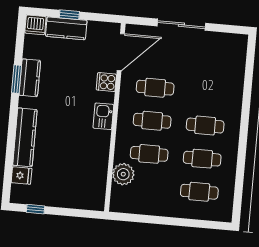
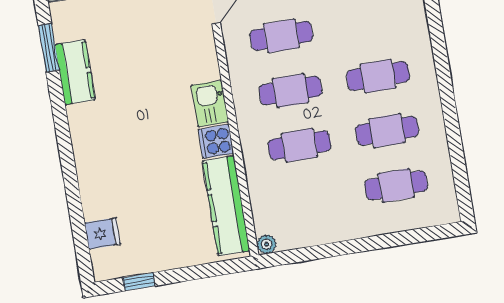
window: (16, 79) -> (49, 48), moved
cooker: (106, 82) -> (216, 141), moved
kitchen counter: (25, 137) -> (226, 206), moved, turned 180
plant: (123, 174) -> (267, 244), moved, width x0.53, depth x0.53

